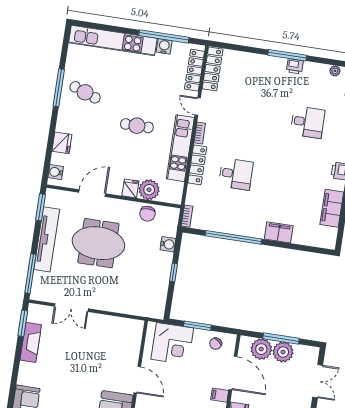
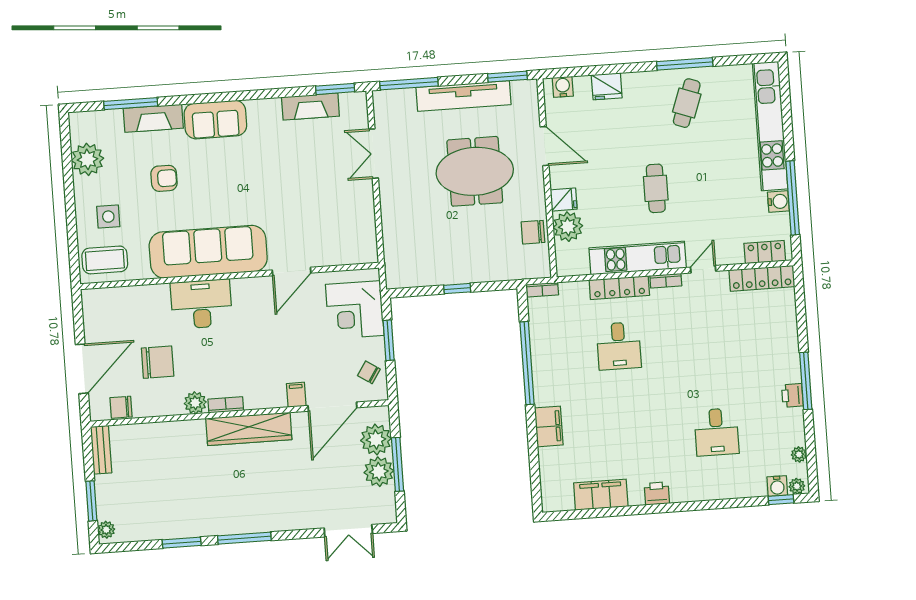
locker: (195, 70) -> (765, 252), width x0.66
meeting table: (98, 243) -> (475, 171), turned 90
water cooler: (168, 244) -> (496, 271), removed

